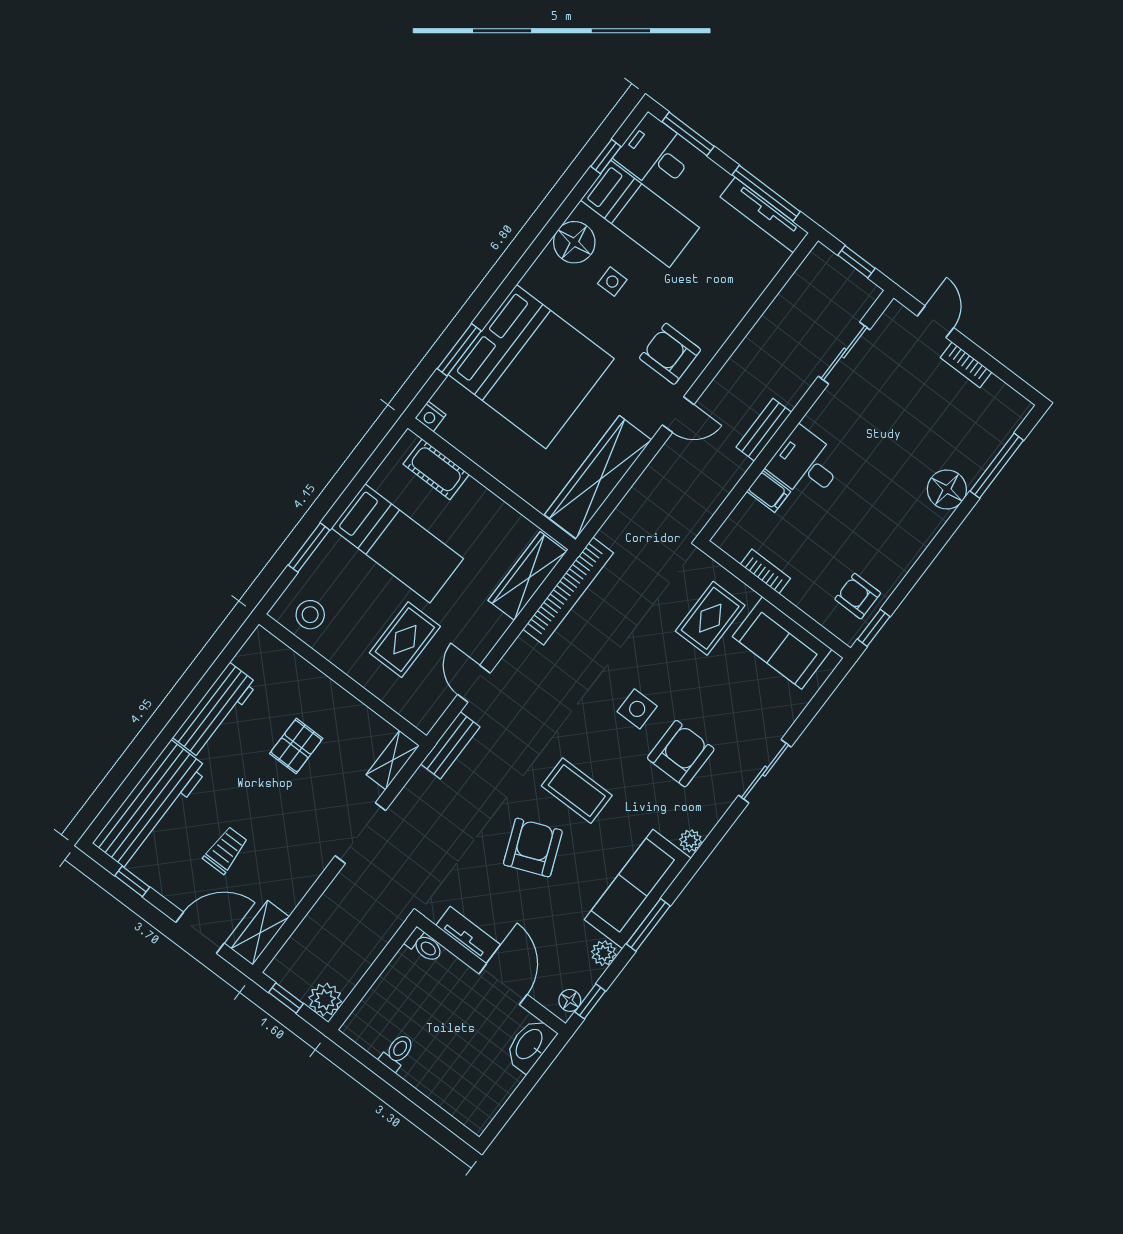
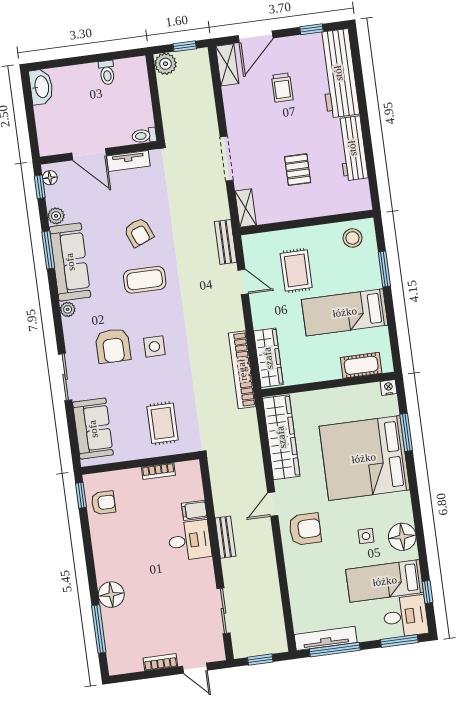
sofa: (782, 643) -> (93, 429), moved, turned 90
armchair: (533, 848) -> (139, 232), width x0.72, depth x0.72
washbasin: (530, 1045) -> (41, 87), moved

